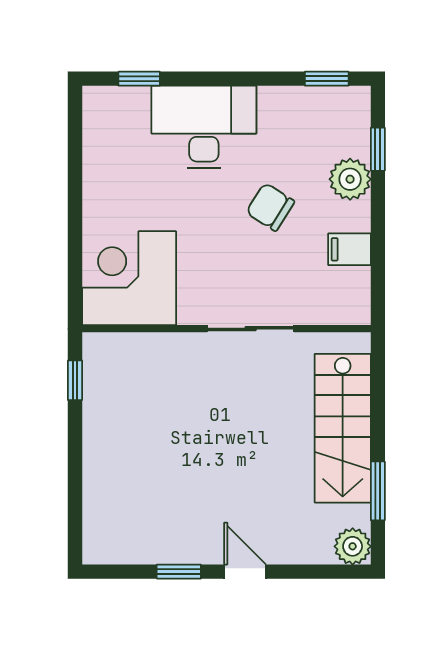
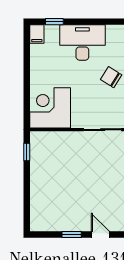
filing cabinet: (98, 107) -> (37, 34), added

